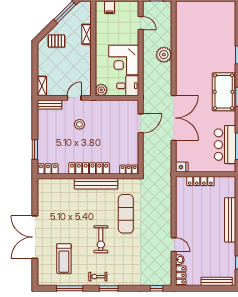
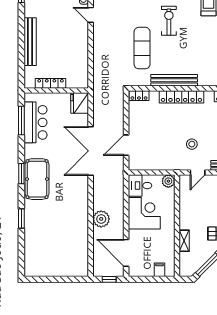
door: (141, 23) -> (126, 253), width x1.87
fridge: (182, 167) -> (80, 103), width x1.88, depth x1.34
locker: (200, 181) -> (51, 83), moved

